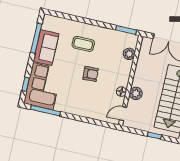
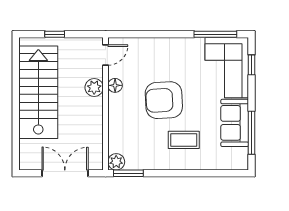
plant: (129, 54) -> (116, 162), moved
armchair: (91, 74) -> (164, 100), width x1.88, depth x1.88

